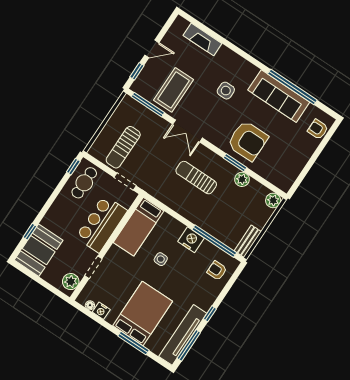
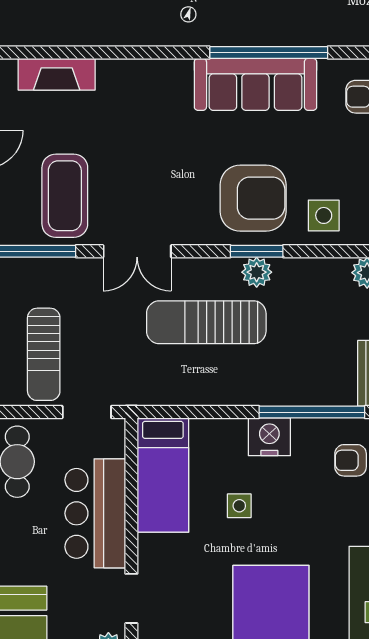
side table: (226, 91) -> (324, 215), moved
sun lounger: (196, 178) -> (206, 322), width x1.36, depth x1.34
plant: (242, 179) -> (257, 272), moved

